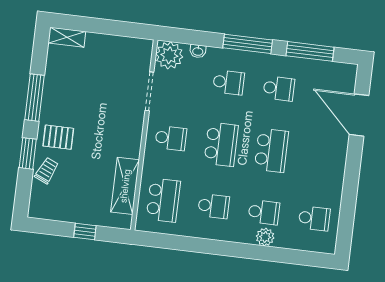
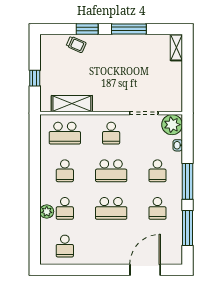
pallet: (58, 137) -> (102, 50), removed

